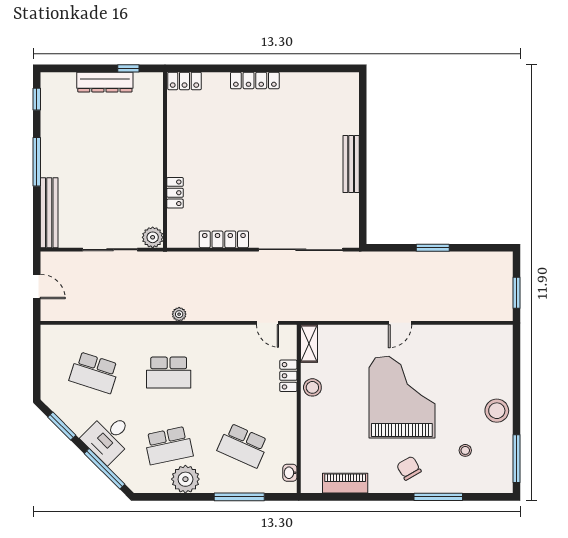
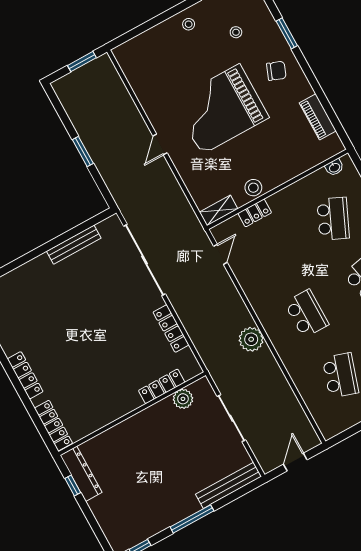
locker: (184, 81) -> (53, 426), width x1.53
dresser: (105, 82) -> (81, 474), moved
bench: (351, 164) -> (74, 245), moved
locker: (175, 193) -> (162, 386), width x1.53
plant: (153, 237) -> (183, 399), moved
plant: (179, 314) -> (251, 339), width x1.88, depth x1.88
door: (400, 323) -> (160, 144), swing flipped
stool: (497, 411) -> (189, 24), width x0.53, depth x0.53
chair: (409, 468) -> (276, 71), turned -129
window: (438, 497) -> (287, 33), width x0.69

